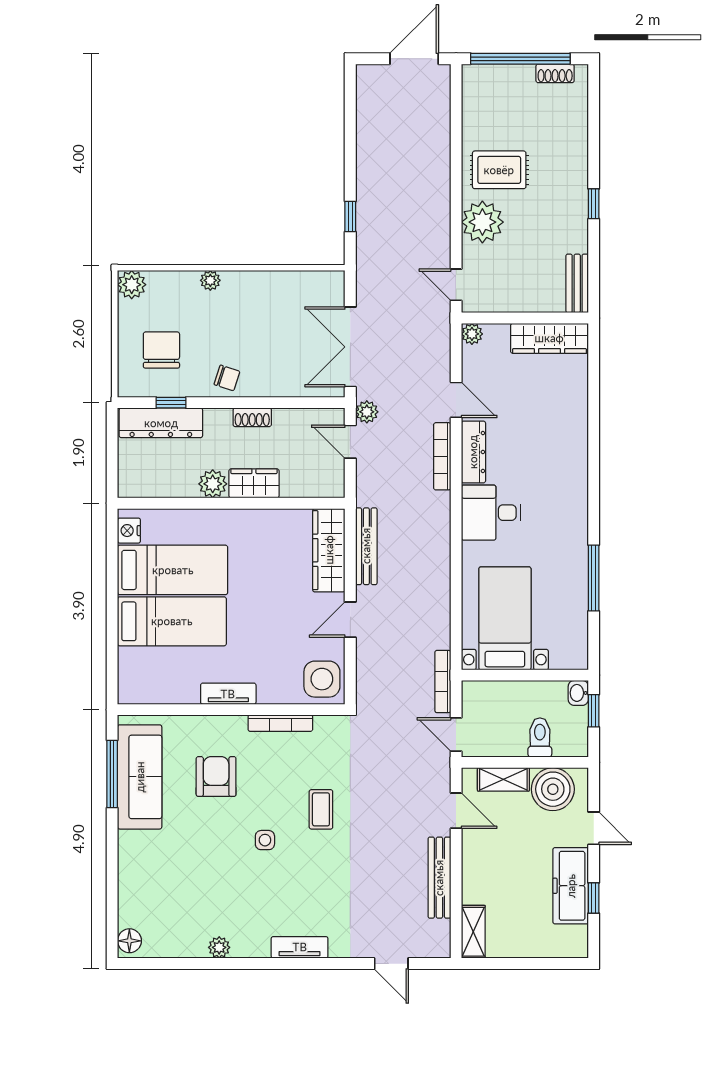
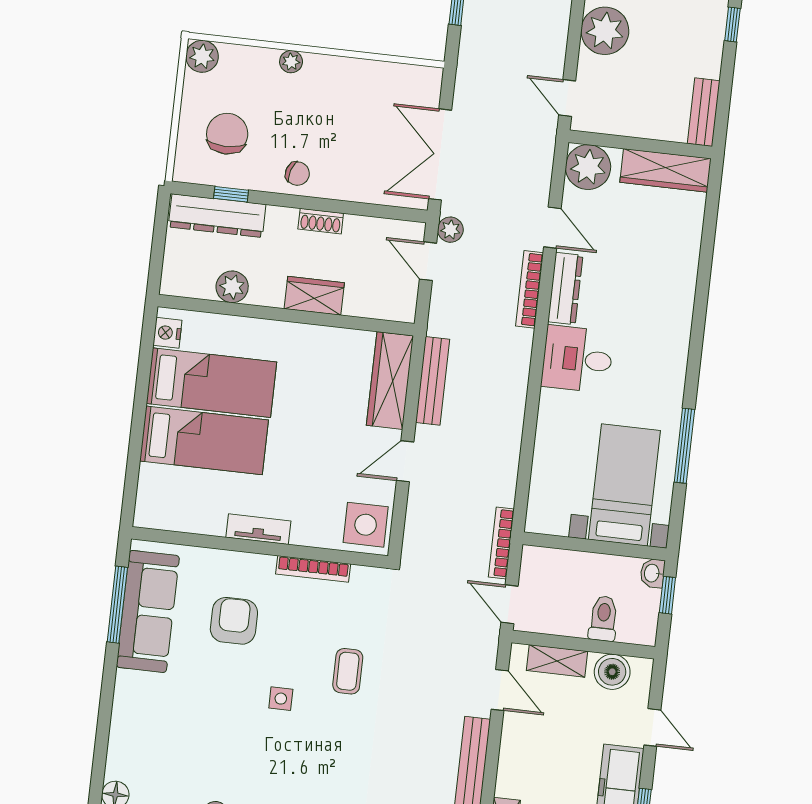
plant: (472, 334) -> (588, 167), width x1.87, depth x1.87
plant: (213, 484) -> (232, 287), moved
bed with nightstands: (505, 618) -> (624, 485), moved
boiler: (553, 789) -> (612, 672), width x0.73, depth x0.73

